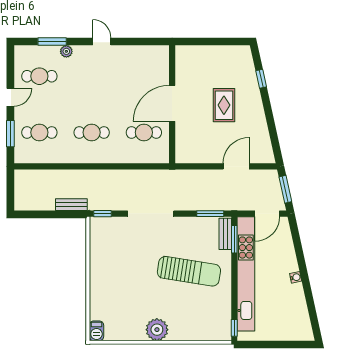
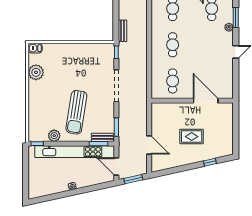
door: (172, 103) -> (206, 101), moved
plant: (223, 303) -> (54, 136), added
plant: (157, 330) -> (36, 72), moved

